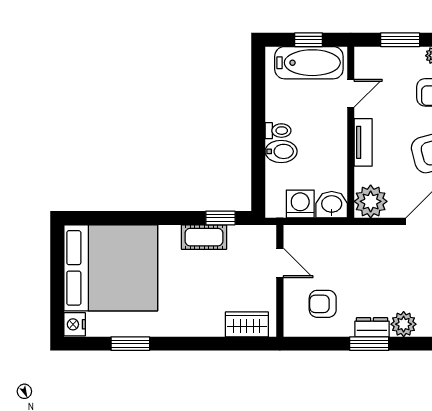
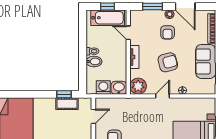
door: (351, 93) -> (128, 33), swing flipped
cot: (204, 237) -> (67, 104), moved
door: (280, 263) -> (93, 116), hinge flipped

